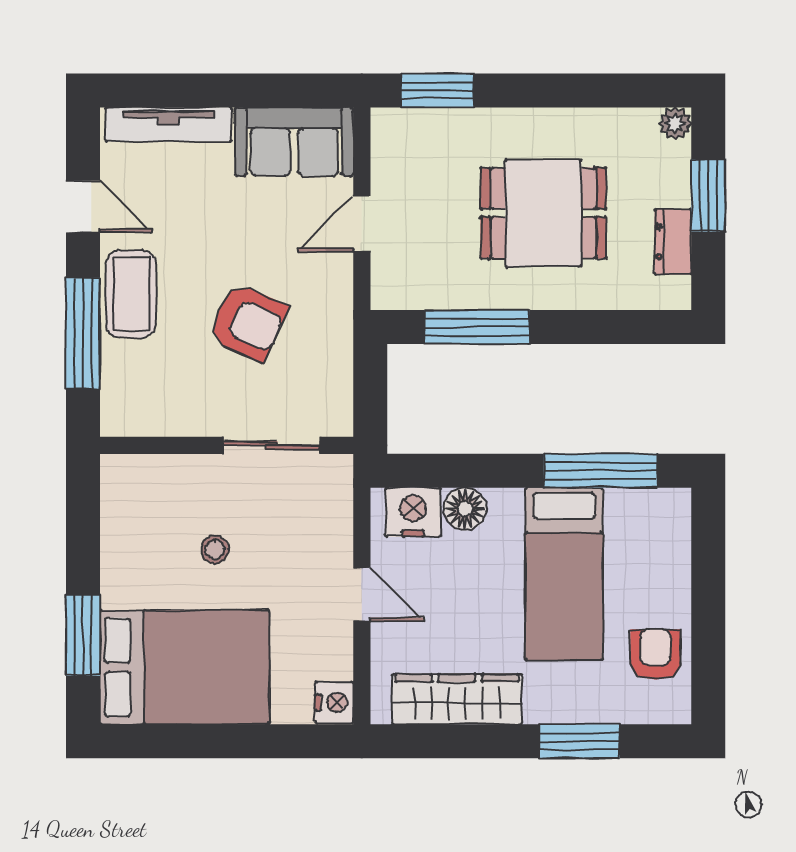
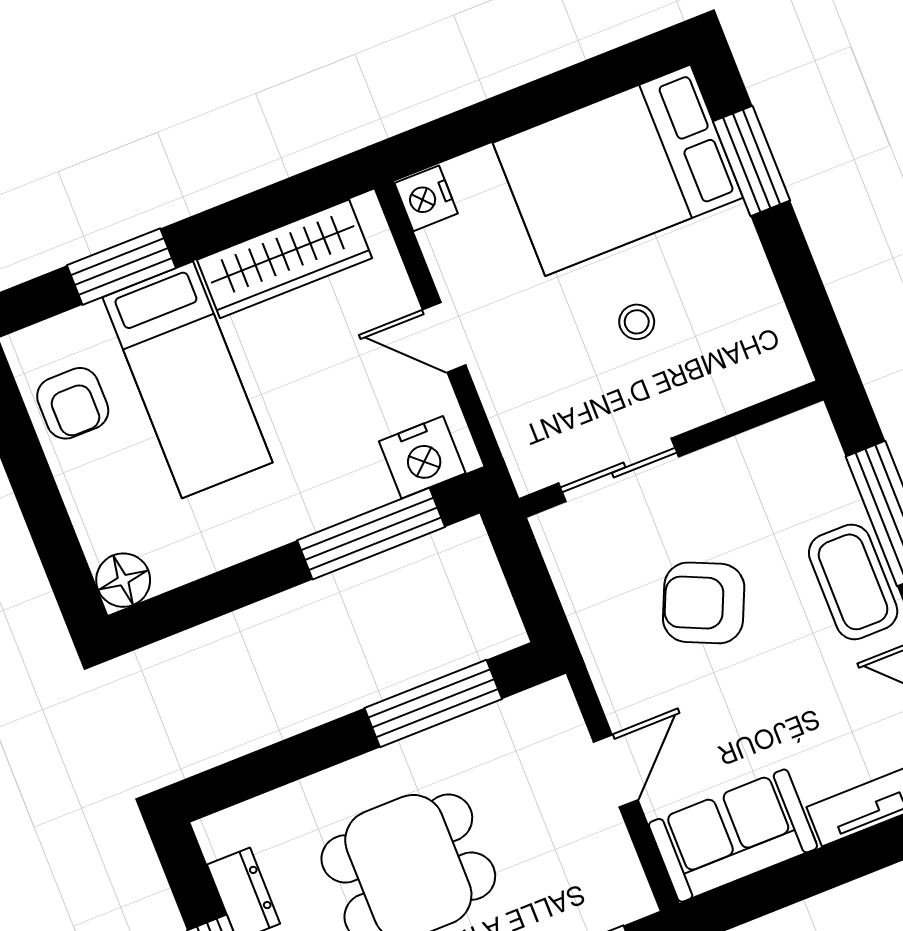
window: (601, 471) -> (371, 534), moved
floor lamp: (465, 509) -> (123, 580), moved
bed: (564, 574) -> (187, 380), moved, turned 180

